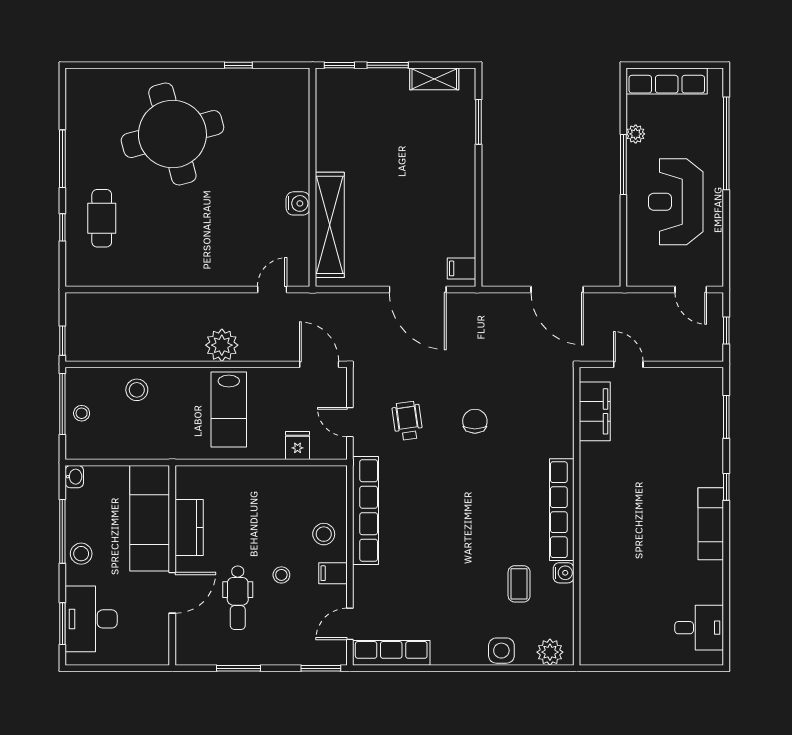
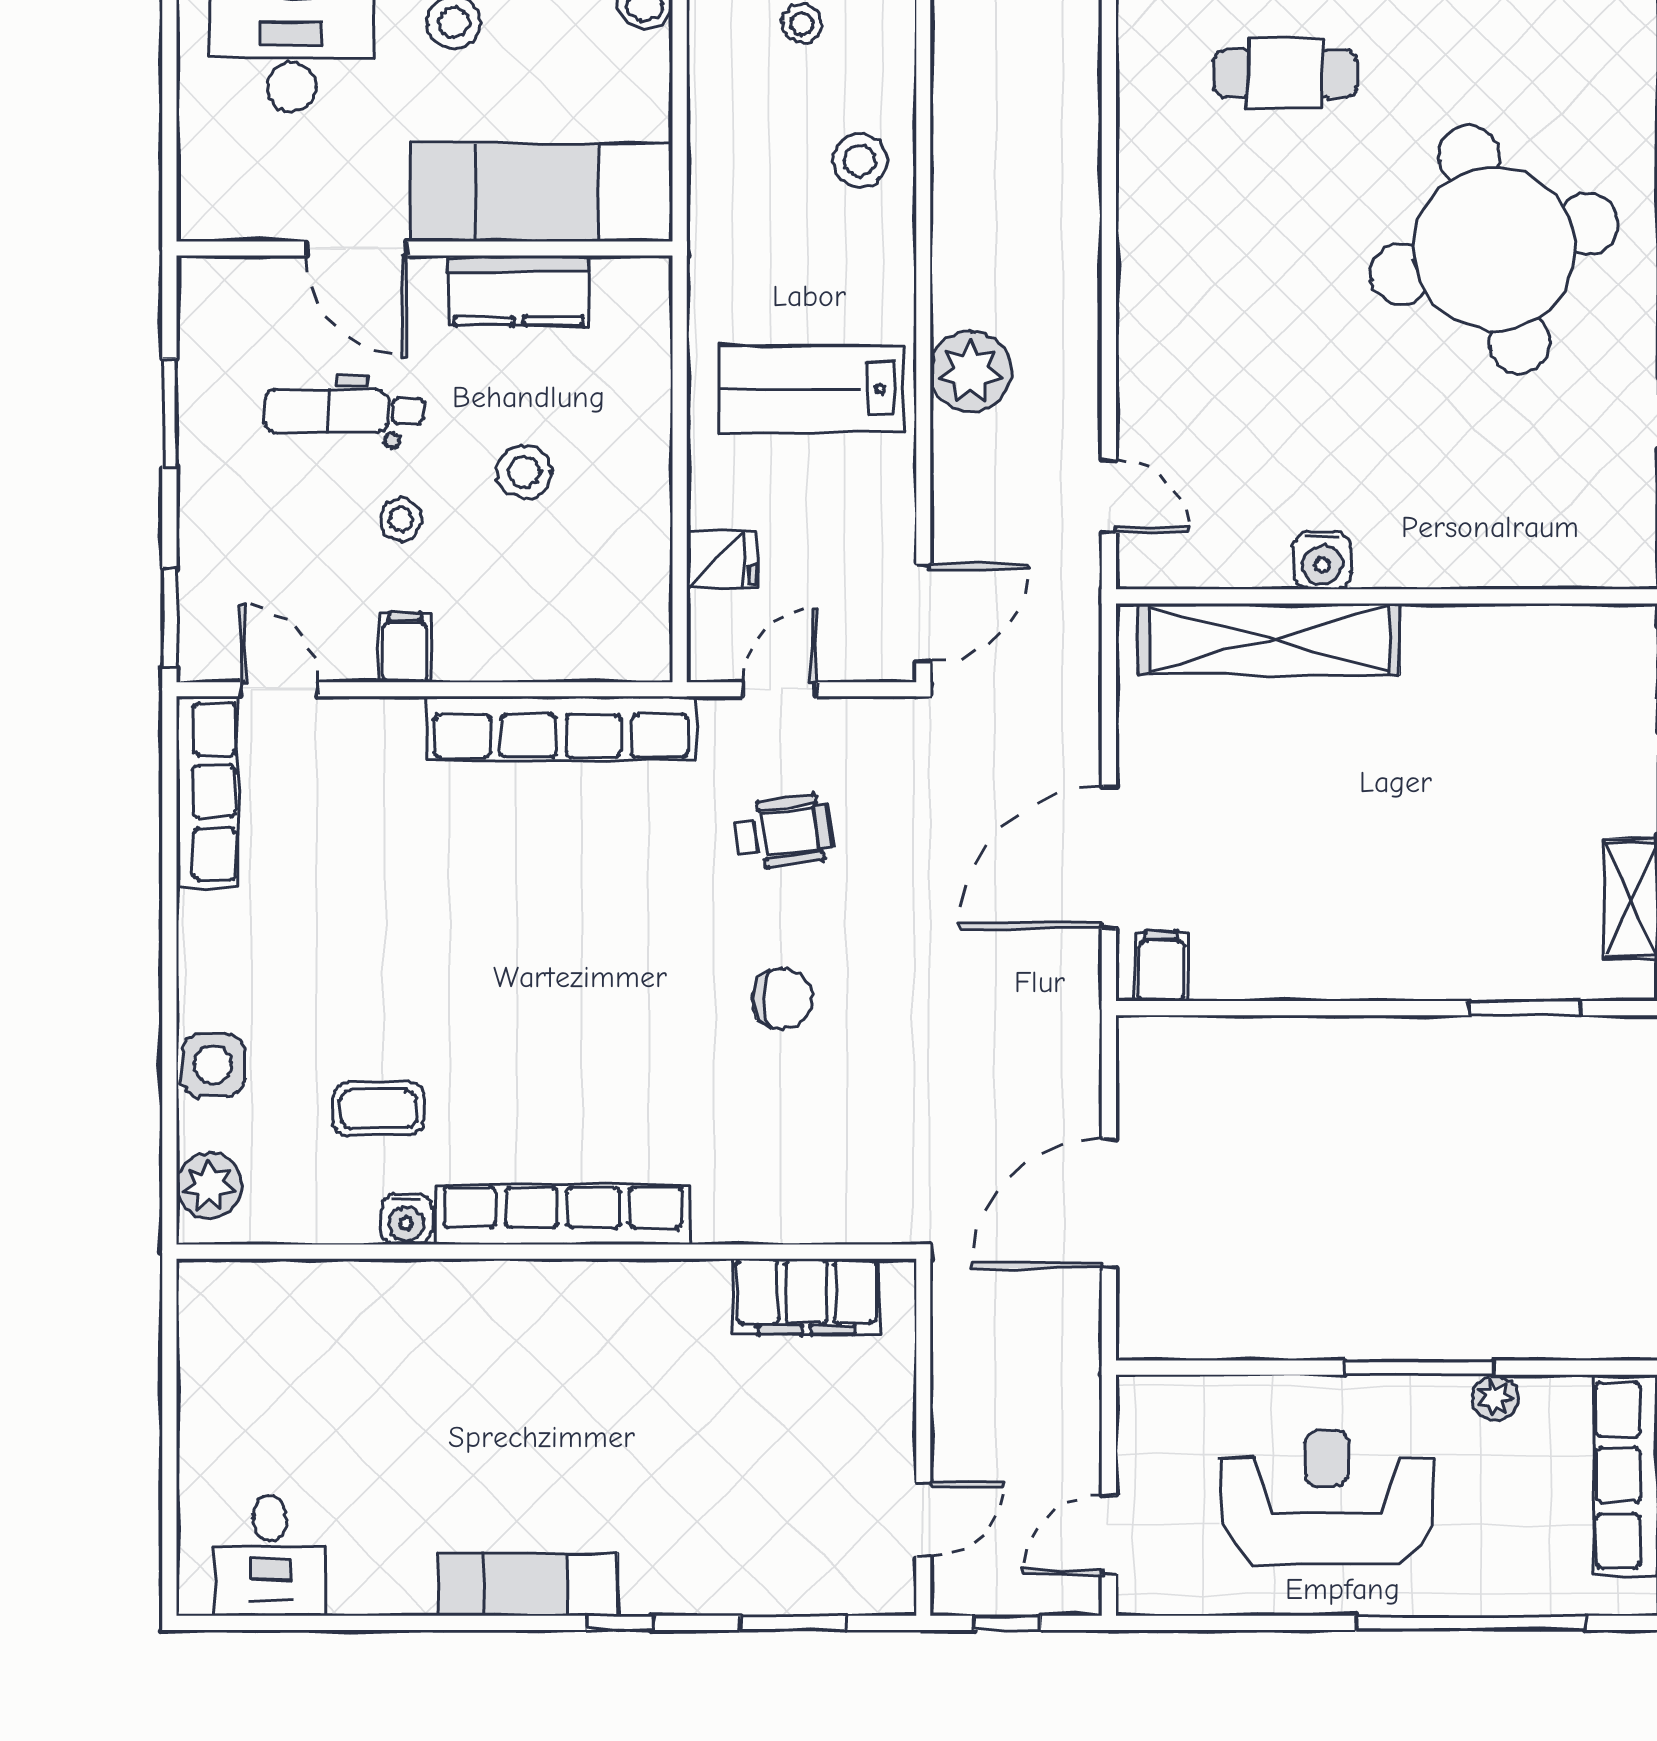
door: (628, 364) -> (923, 1519), moved
stool: (324, 534) -> (524, 472), moved

